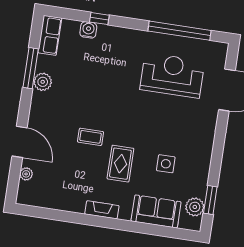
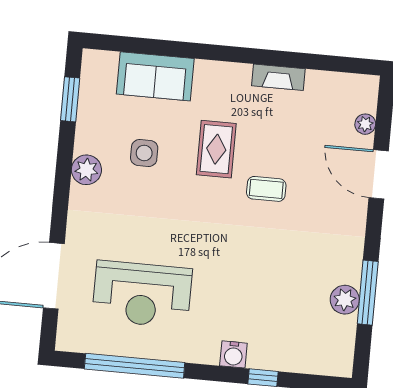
water cooler: (88, 30) -> (233, 354), moved
row of seats: (50, 35) -> (340, 346), removed
plant: (43, 82) -> (345, 300), moved
plant: (195, 207) -> (86, 170), moved
fireplace: (102, 210) -> (278, 77), moved

